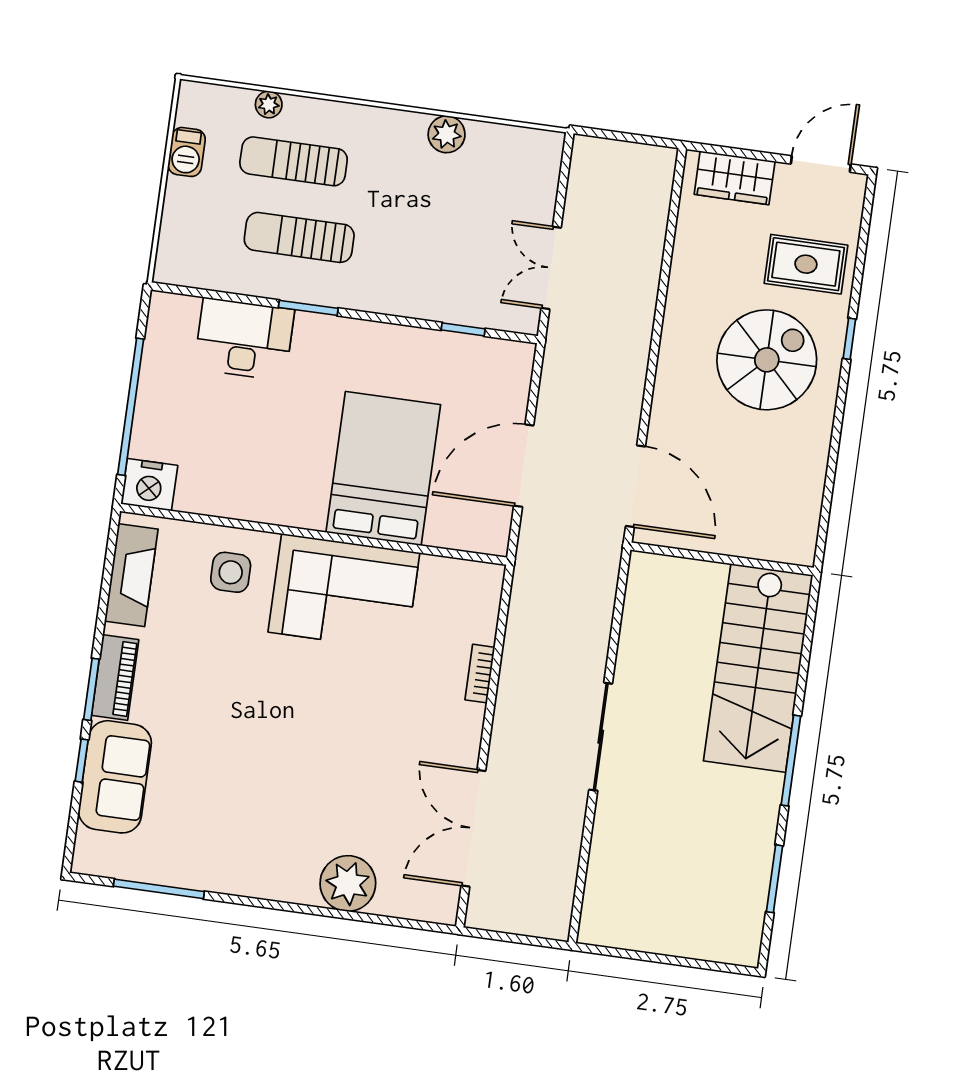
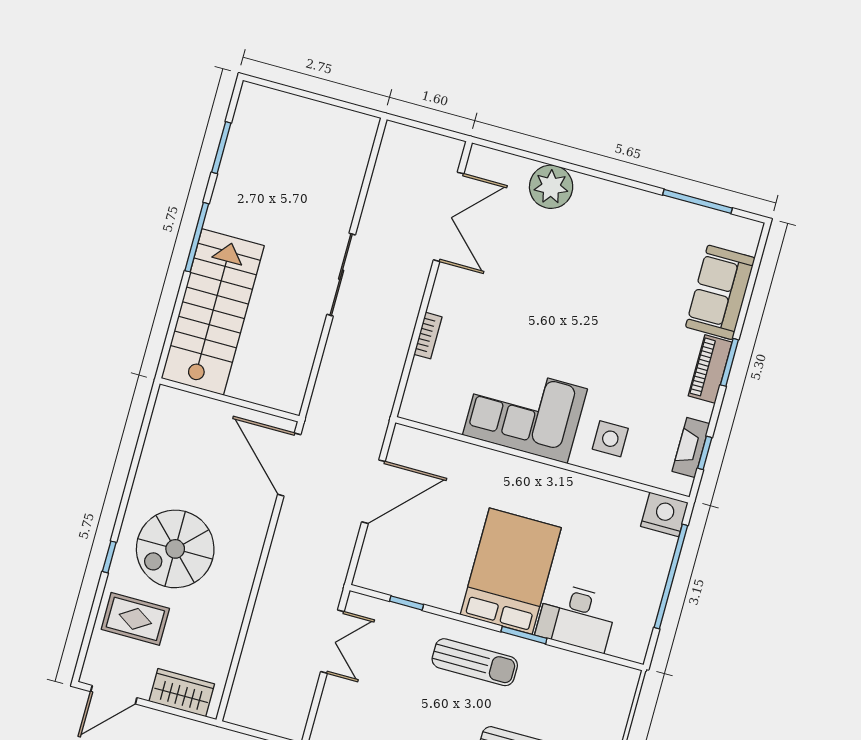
sun lounger: (299, 237) -> (475, 662), moved
bed: (383, 468) -> (511, 571), moved, turned 180
fireplace: (131, 575) -> (691, 447), width x0.73, depth x0.76
window: (82, 761) -> (705, 453), moved

